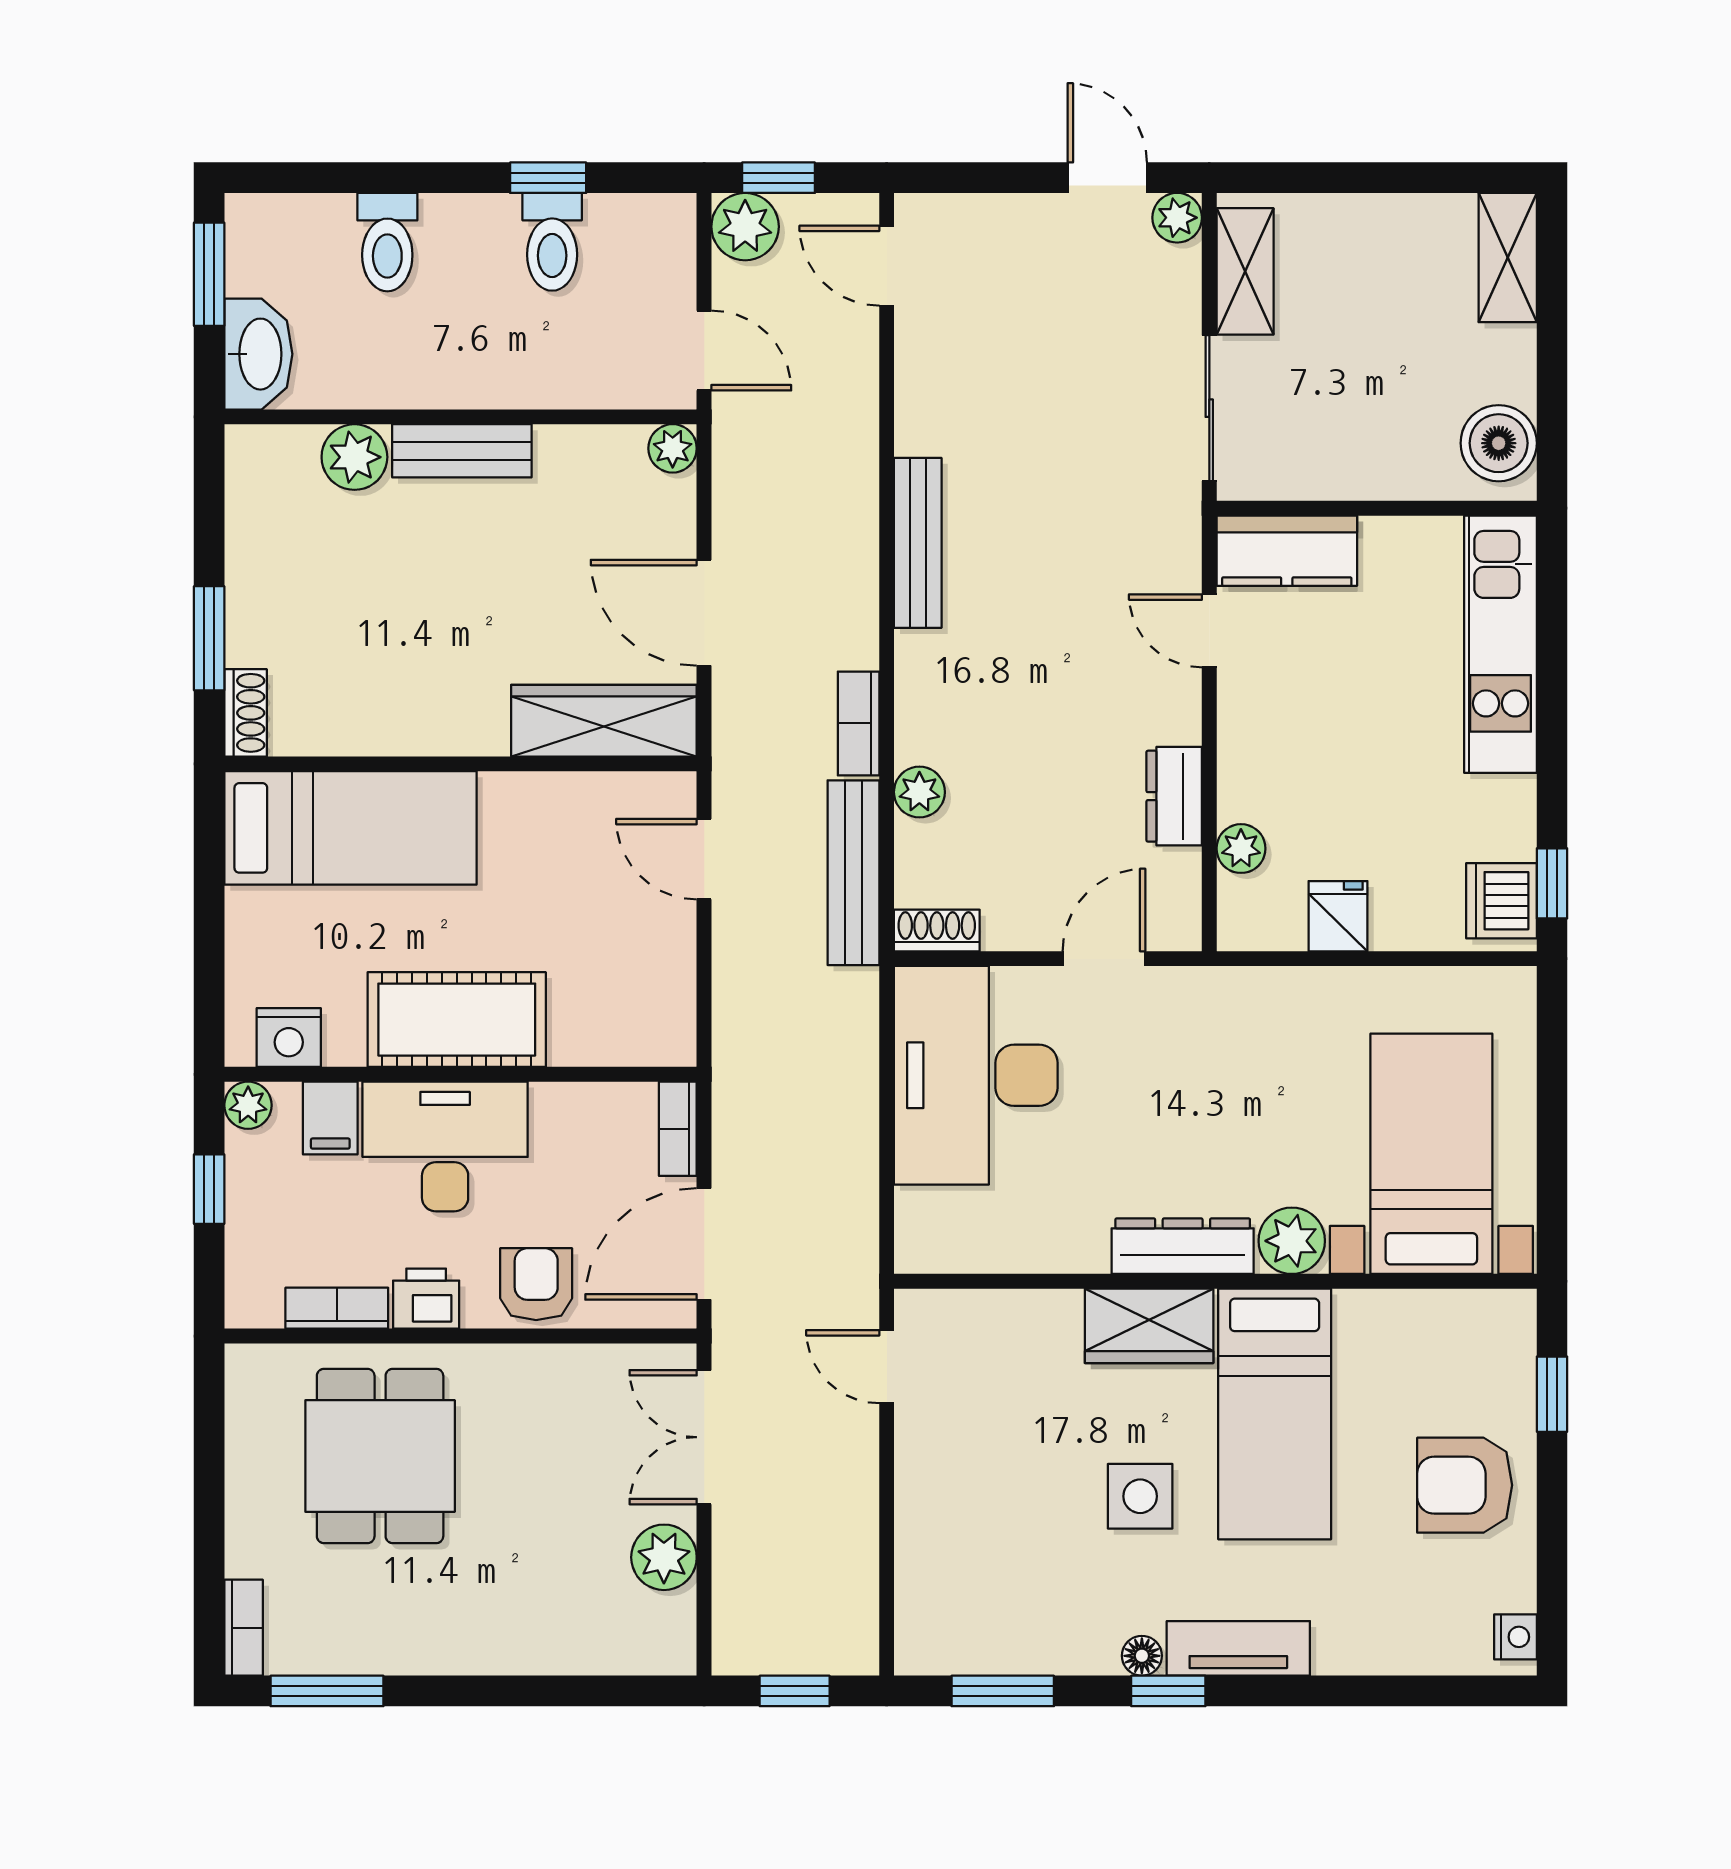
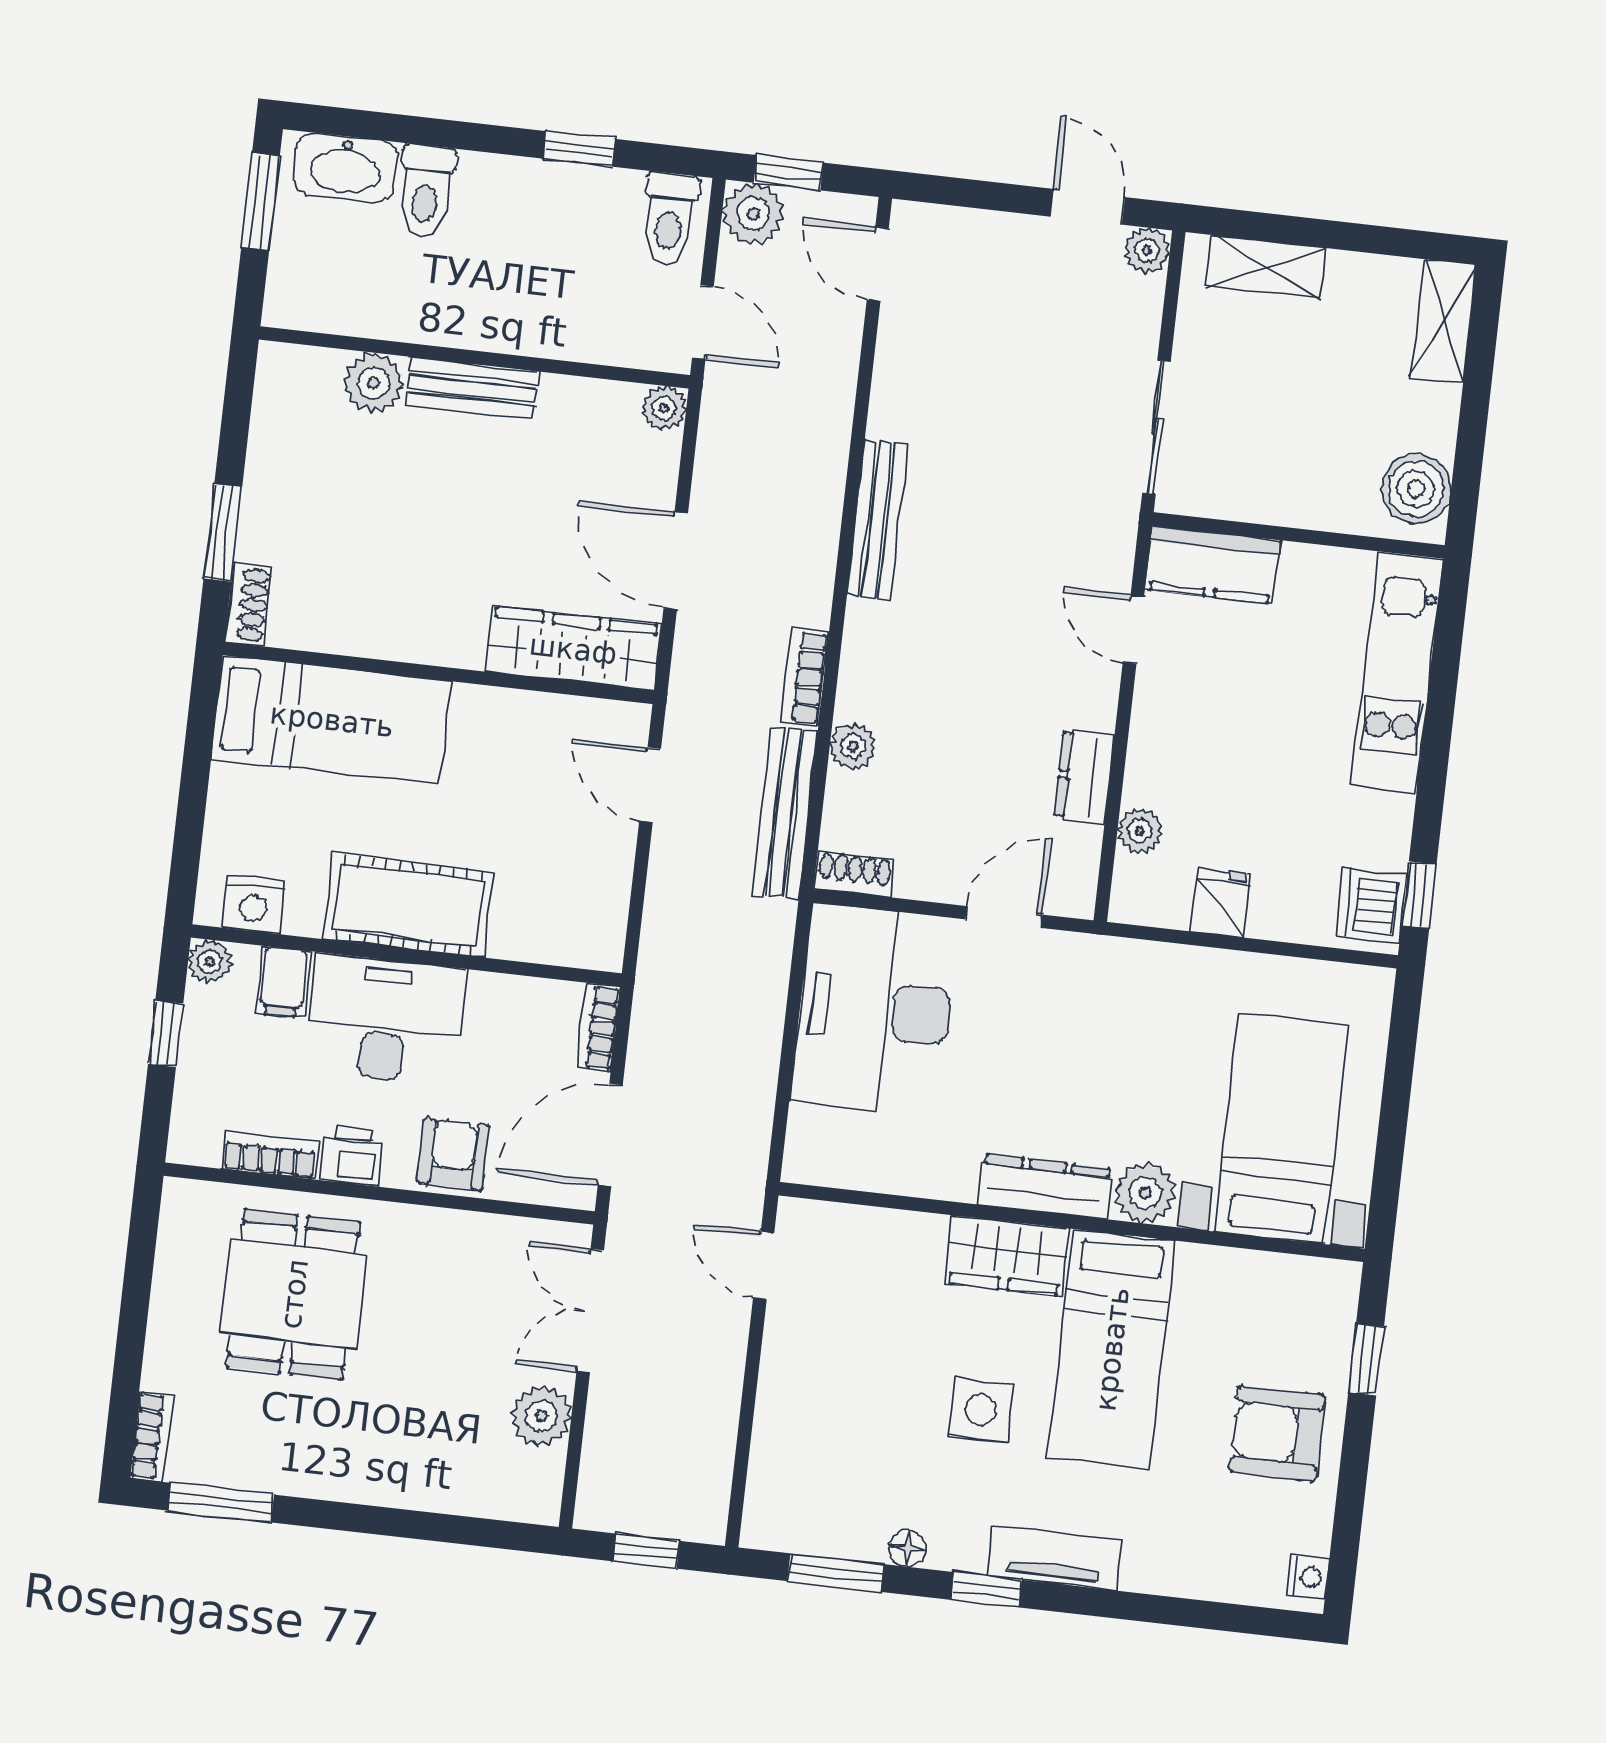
toilet: (552, 242) -> (669, 218), moved
shelving: (1245, 271) -> (1266, 267), moved, turned 90
washbasin: (258, 354) -> (345, 168), moved, turned 90
floor lamp: (1142, 1656) -> (908, 1548), moved

